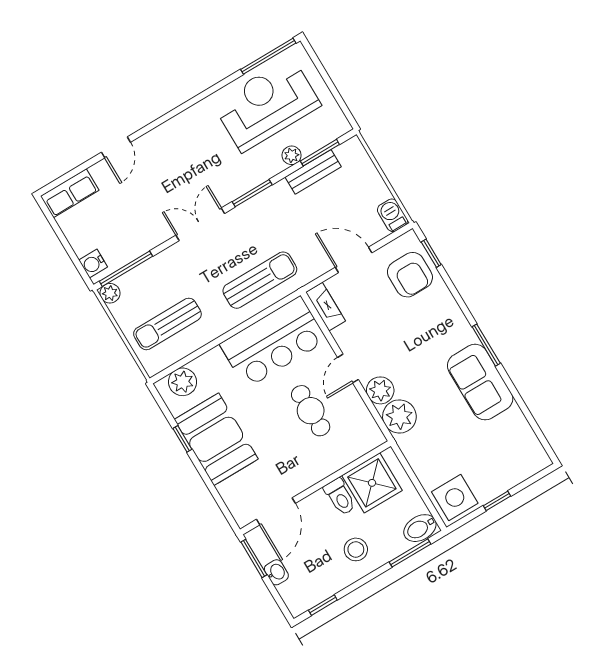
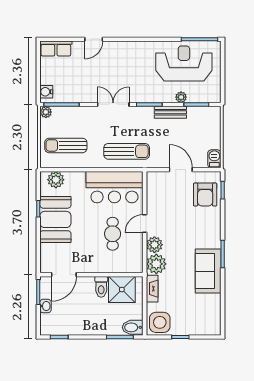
bench: (313, 172) -> (170, 112), moved
fireplace: (325, 307) -> (152, 289), moved
stool: (356, 549) -> (93, 319), removed

